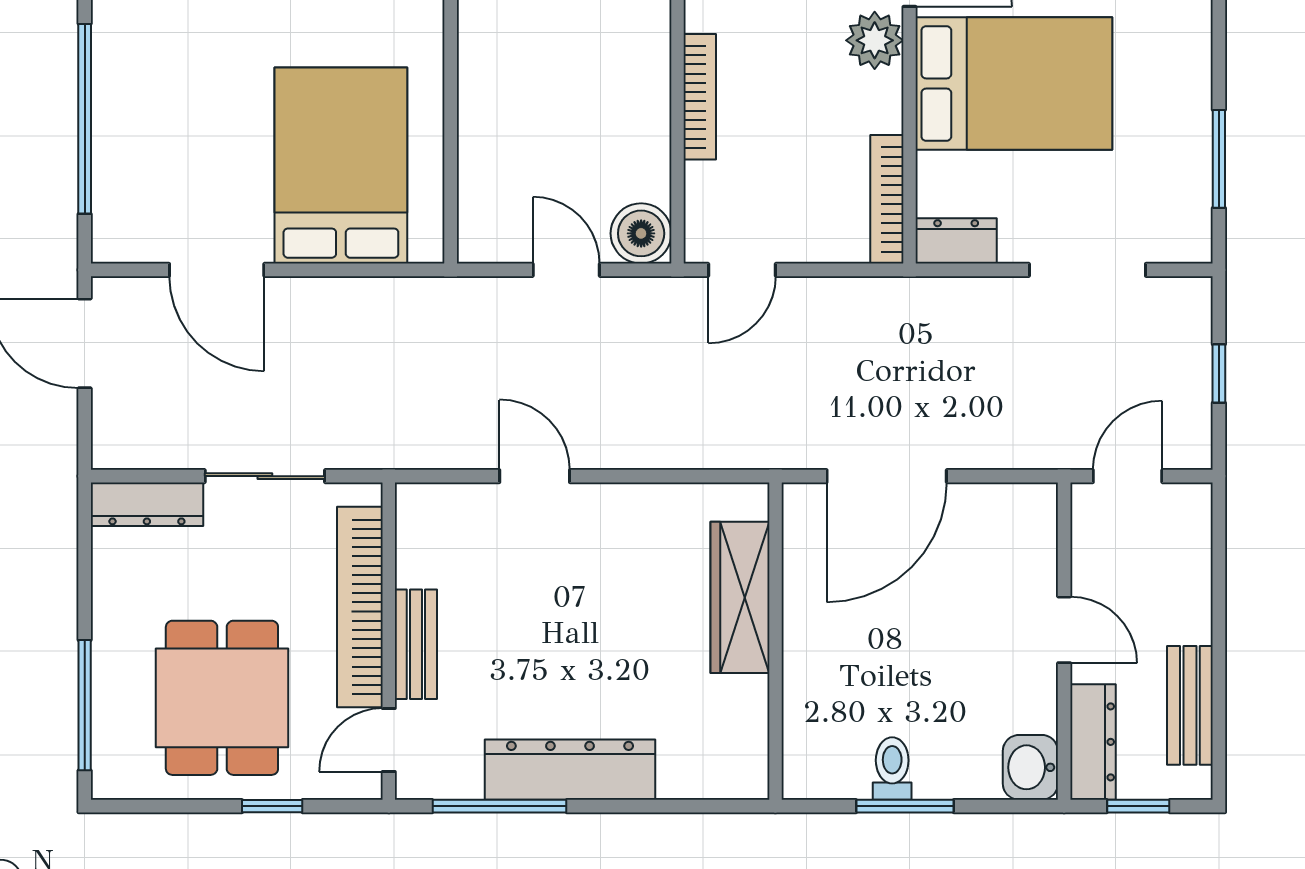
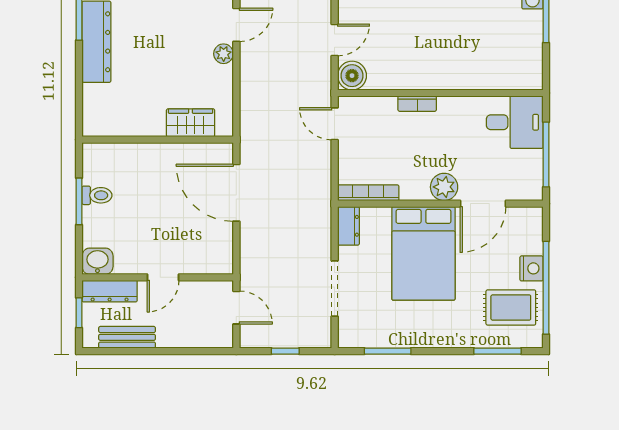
bookcase: (700, 97) -> (417, 104), width x0.64
plant: (595, 503) -> (224, 54), added
wardrobe: (740, 597) -> (191, 123), width x0.67

